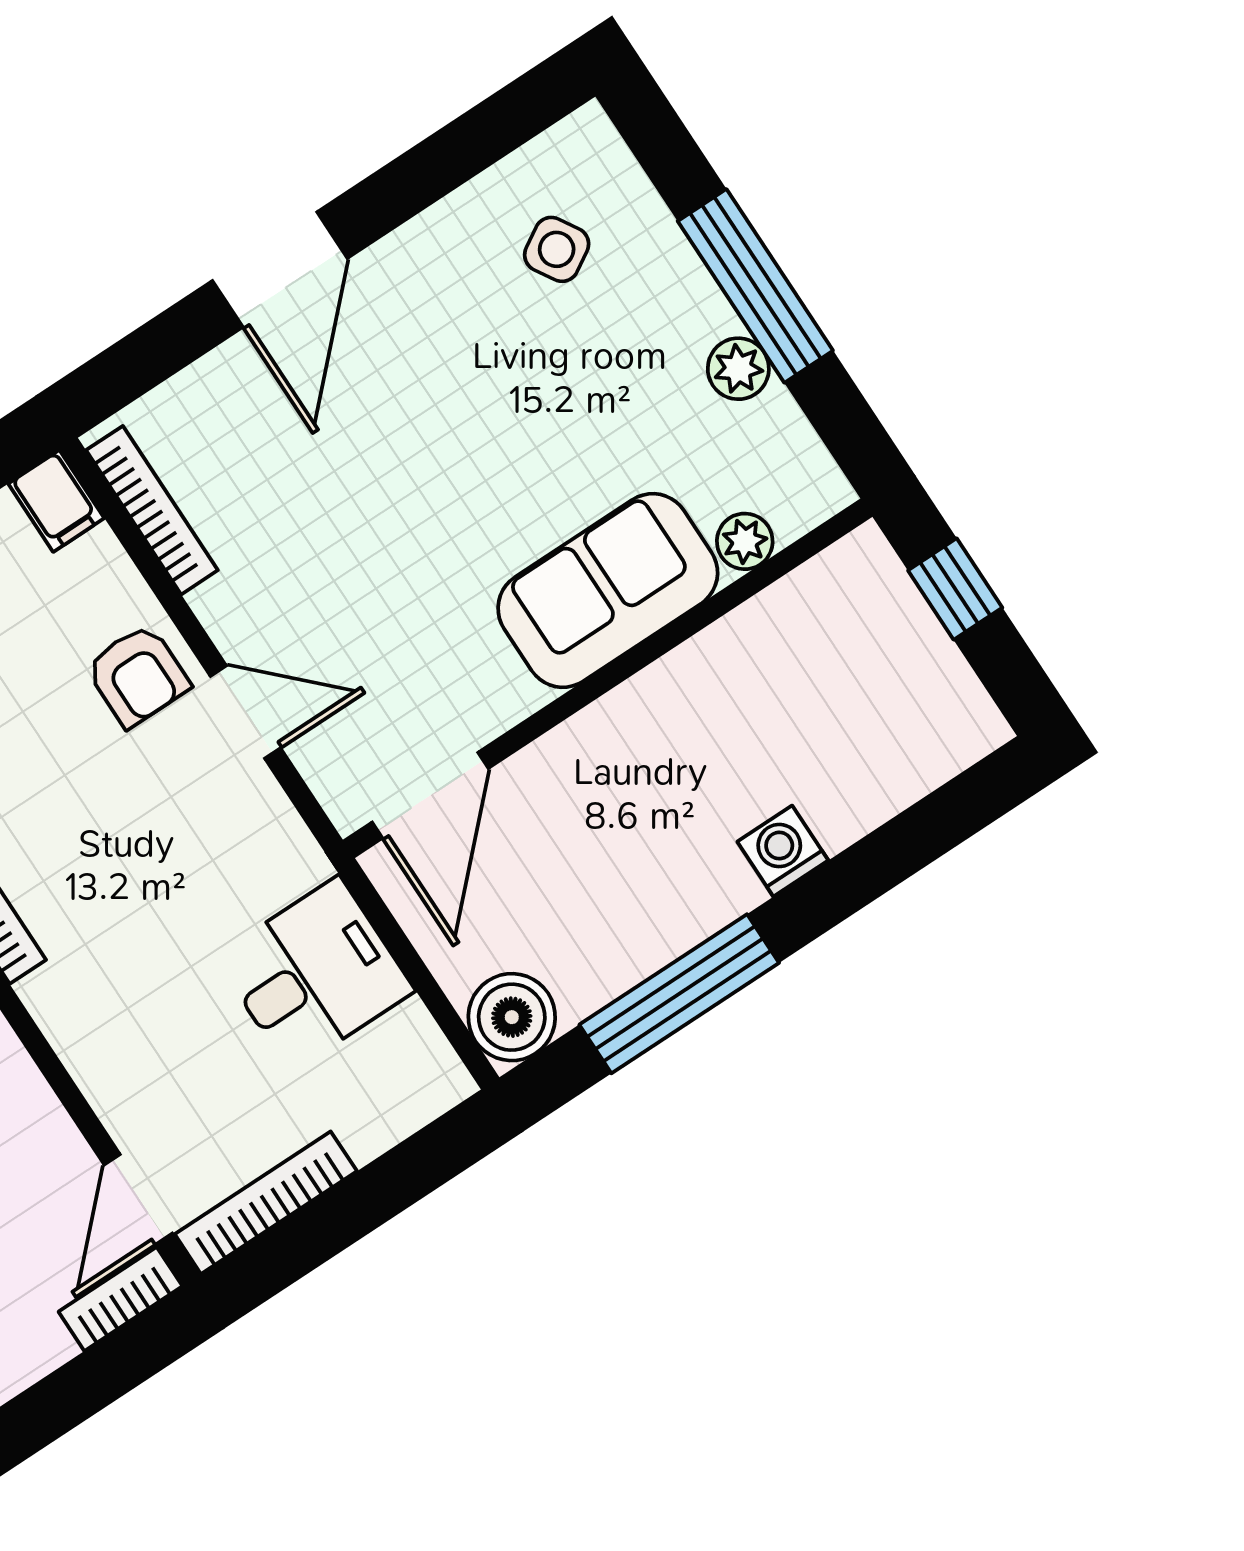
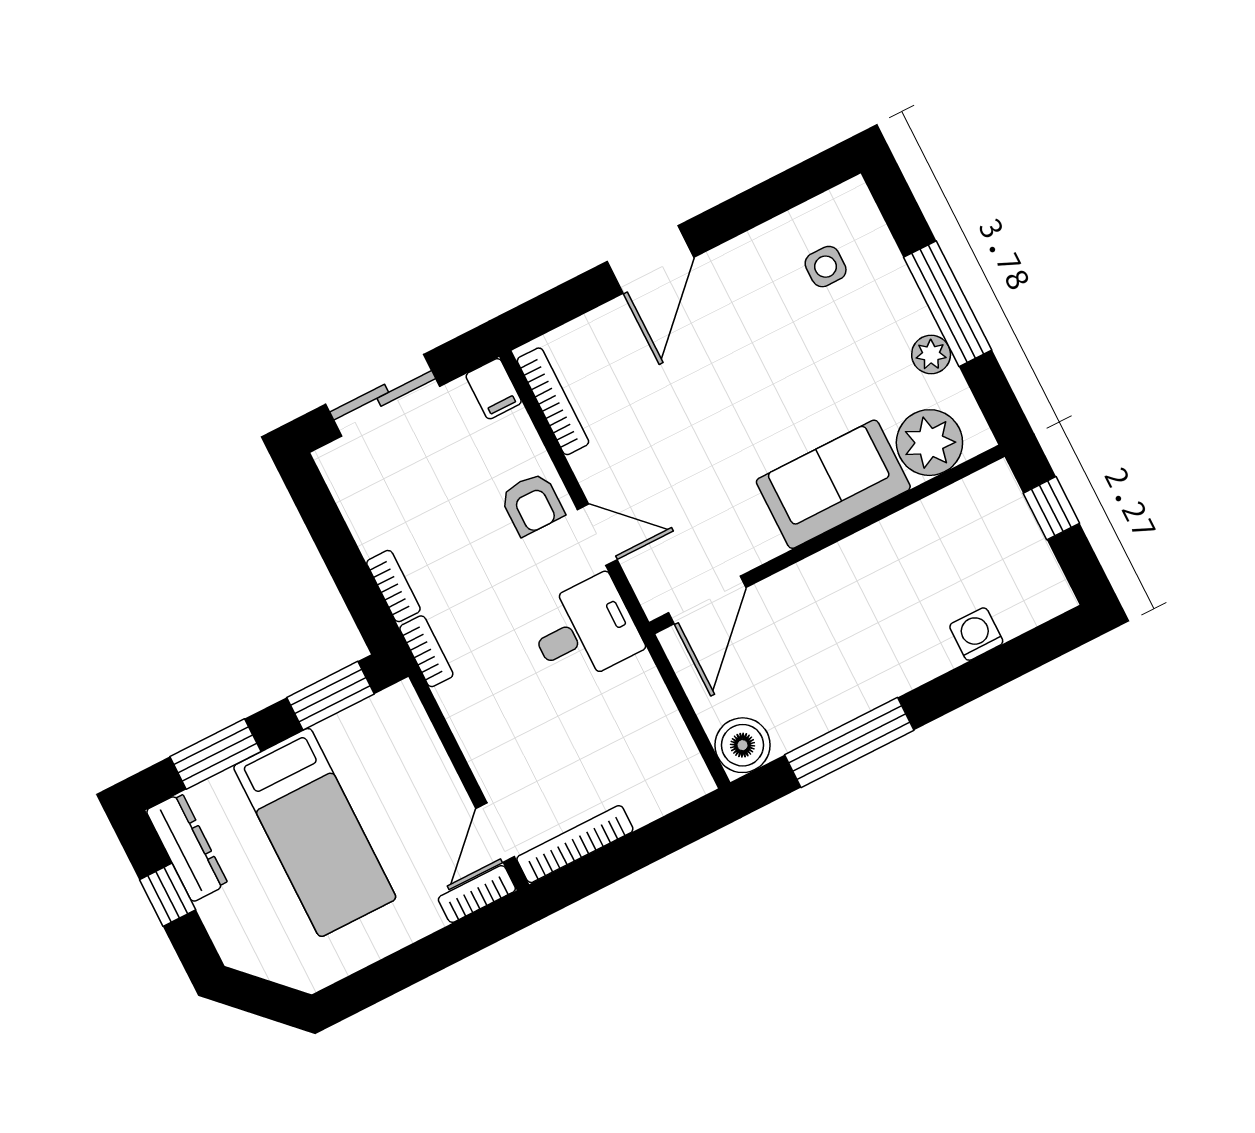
side table: (557, 249) -> (826, 267), turned 31
plant: (745, 541) -> (929, 443), width x1.88, depth x1.88
washing machine: (783, 851) -> (976, 634), moved
desk: (315, 974) -> (585, 630), moved

